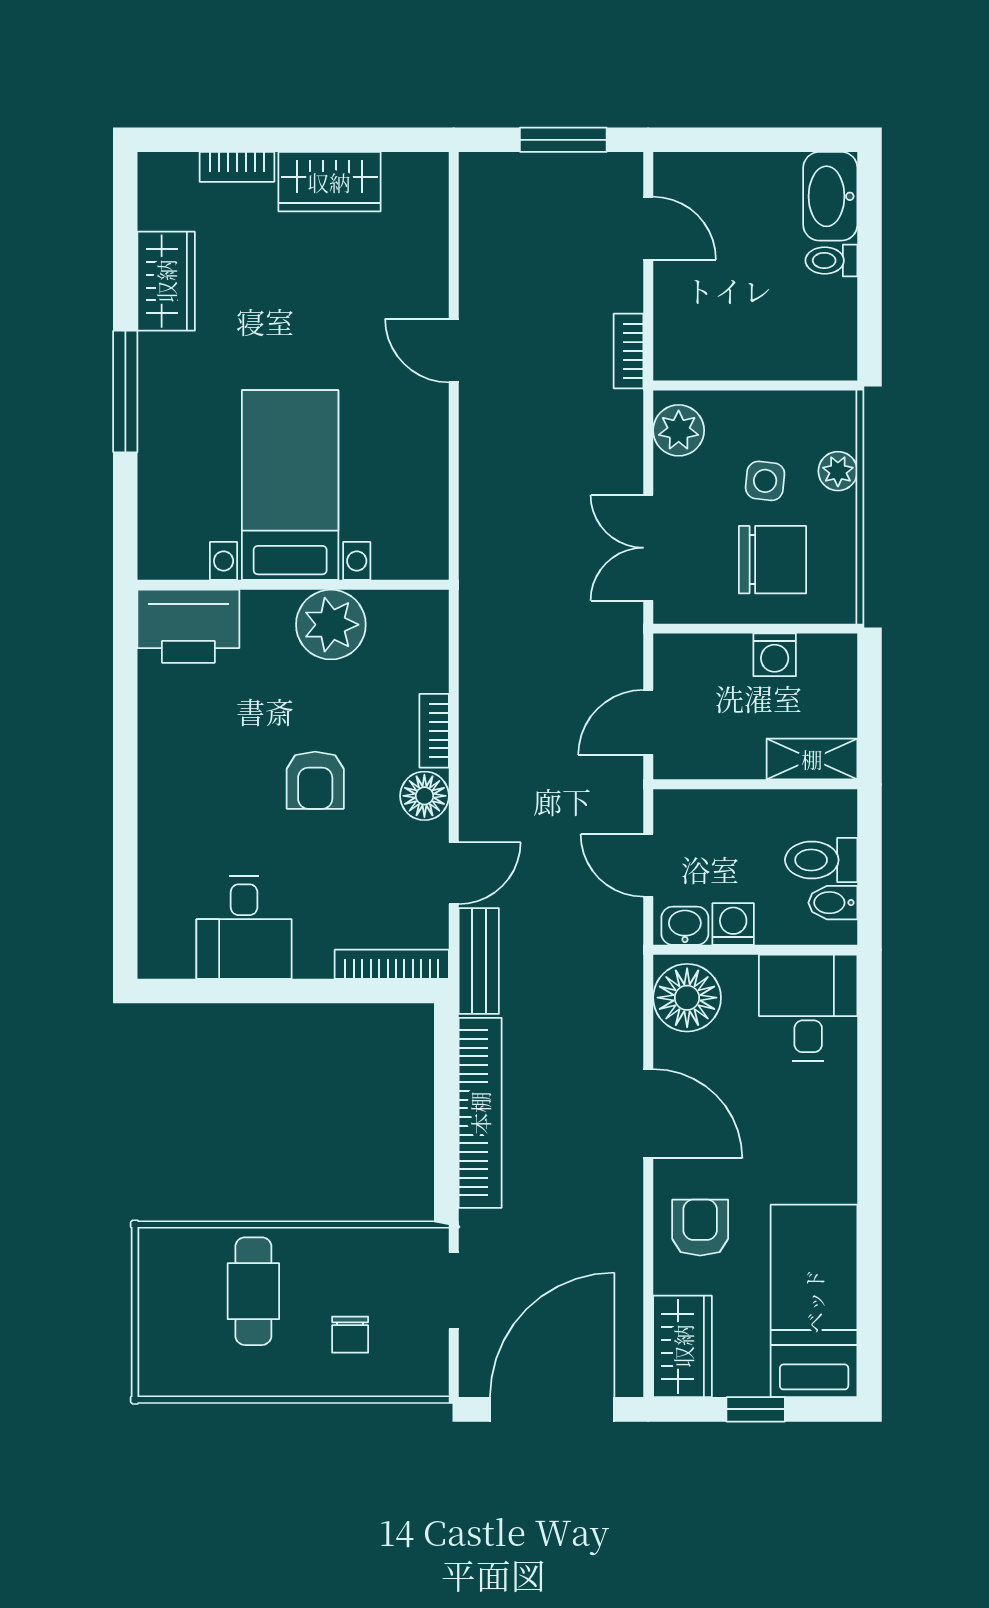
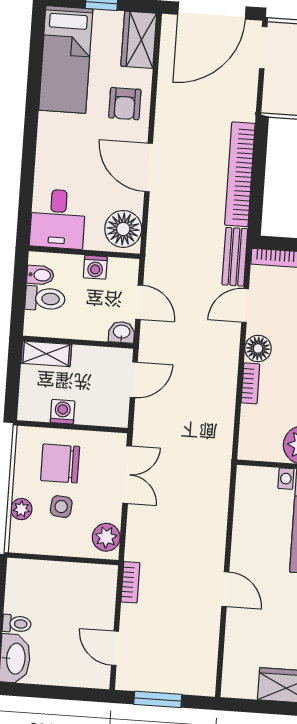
washbasin: (685, 926) -> (122, 332), moved, turned 180
doorway: (454, 1291) -> (263, 48), moved

